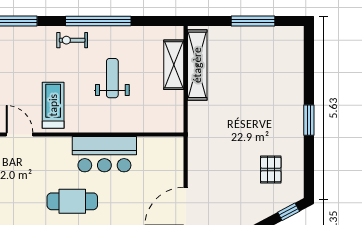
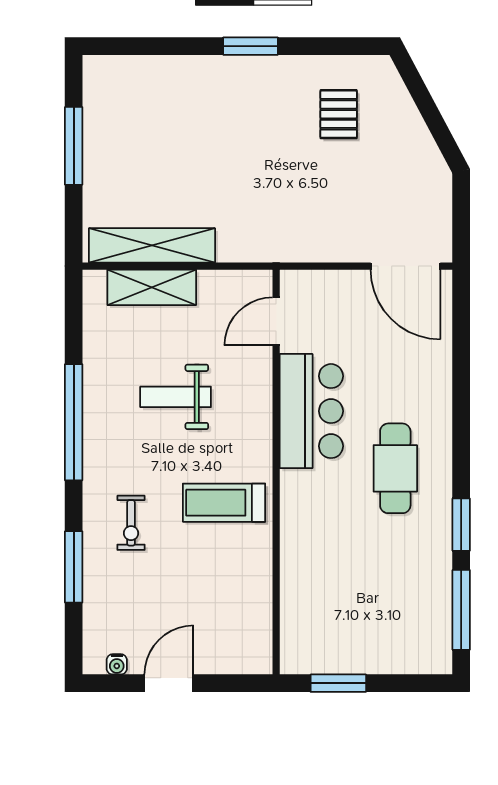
exercise bike: (72, 40) -> (131, 523), moved
door: (20, 134) -> (276, 321), moved
pallet: (271, 170) -> (339, 114), turned 90
window: (289, 212) -> (414, 82), removed

